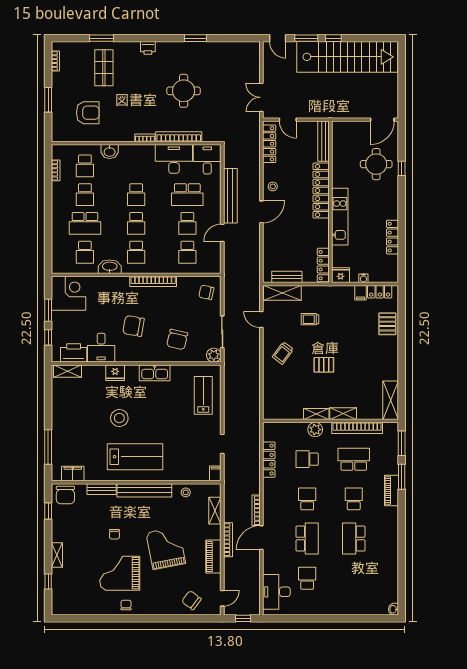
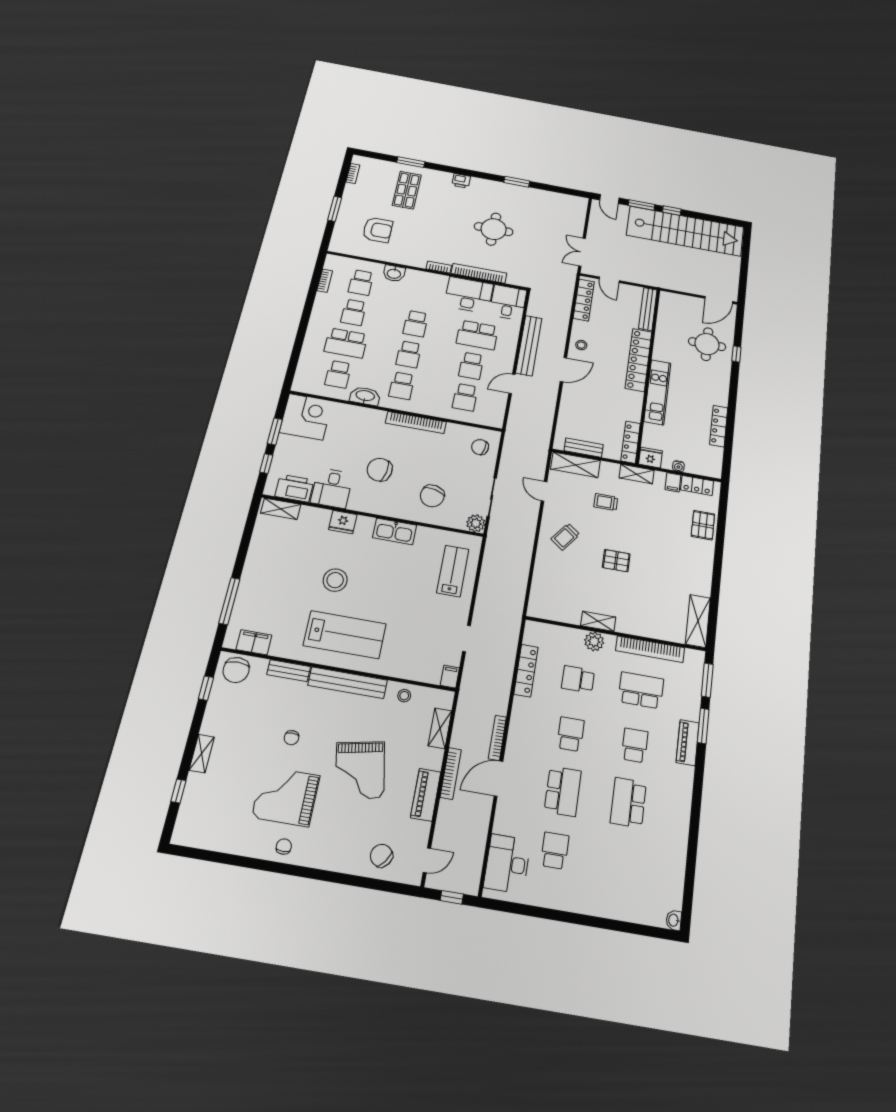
shelving: (343, 414) -> (637, 474), moved
grand piano: (166, 548) -> (360, 770), turned 180

